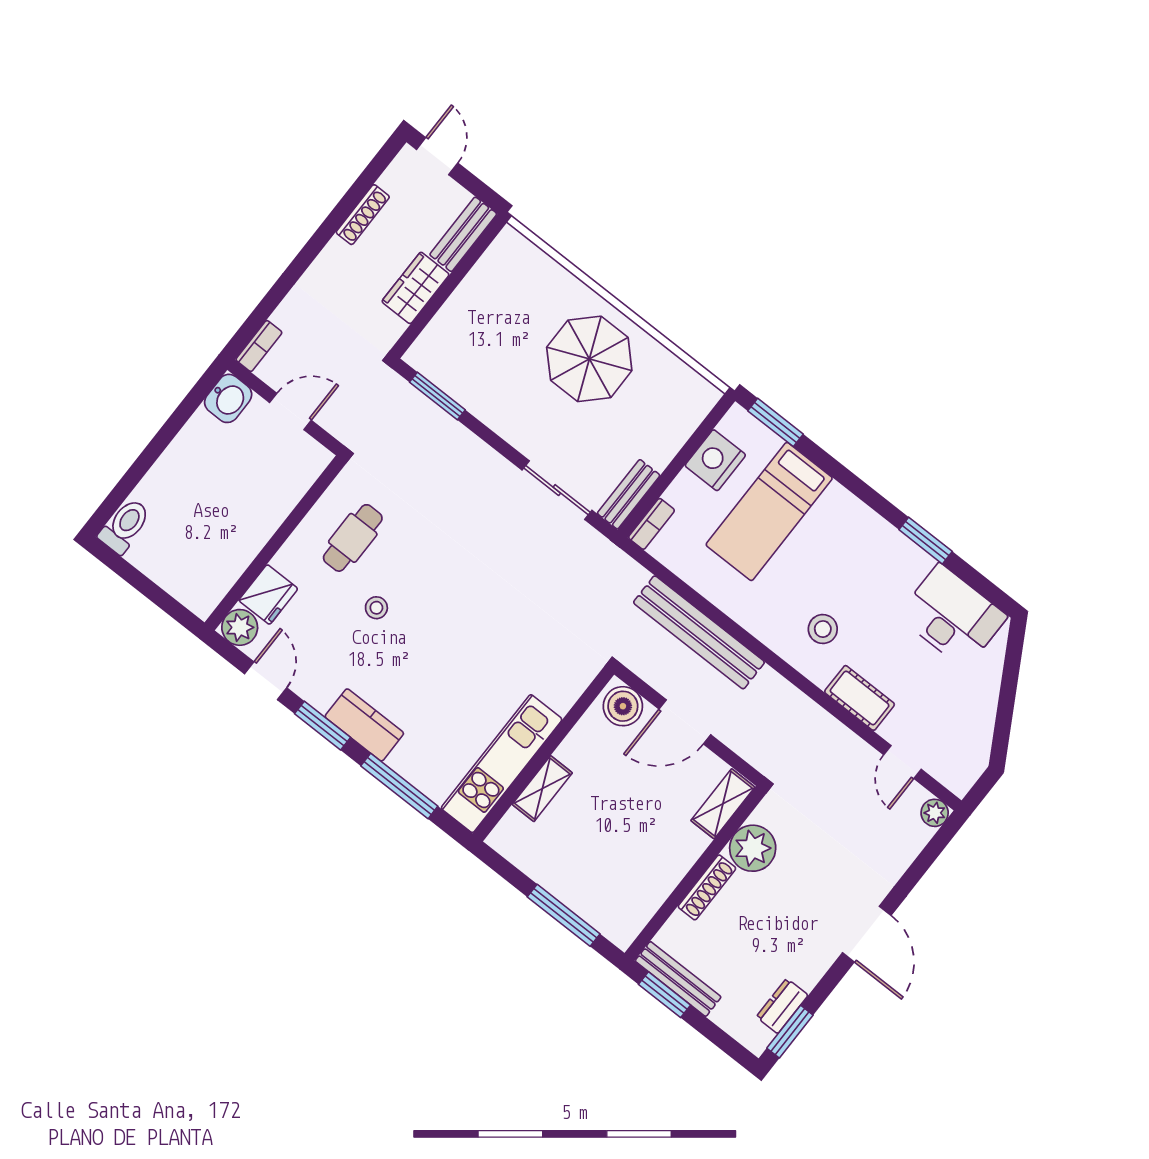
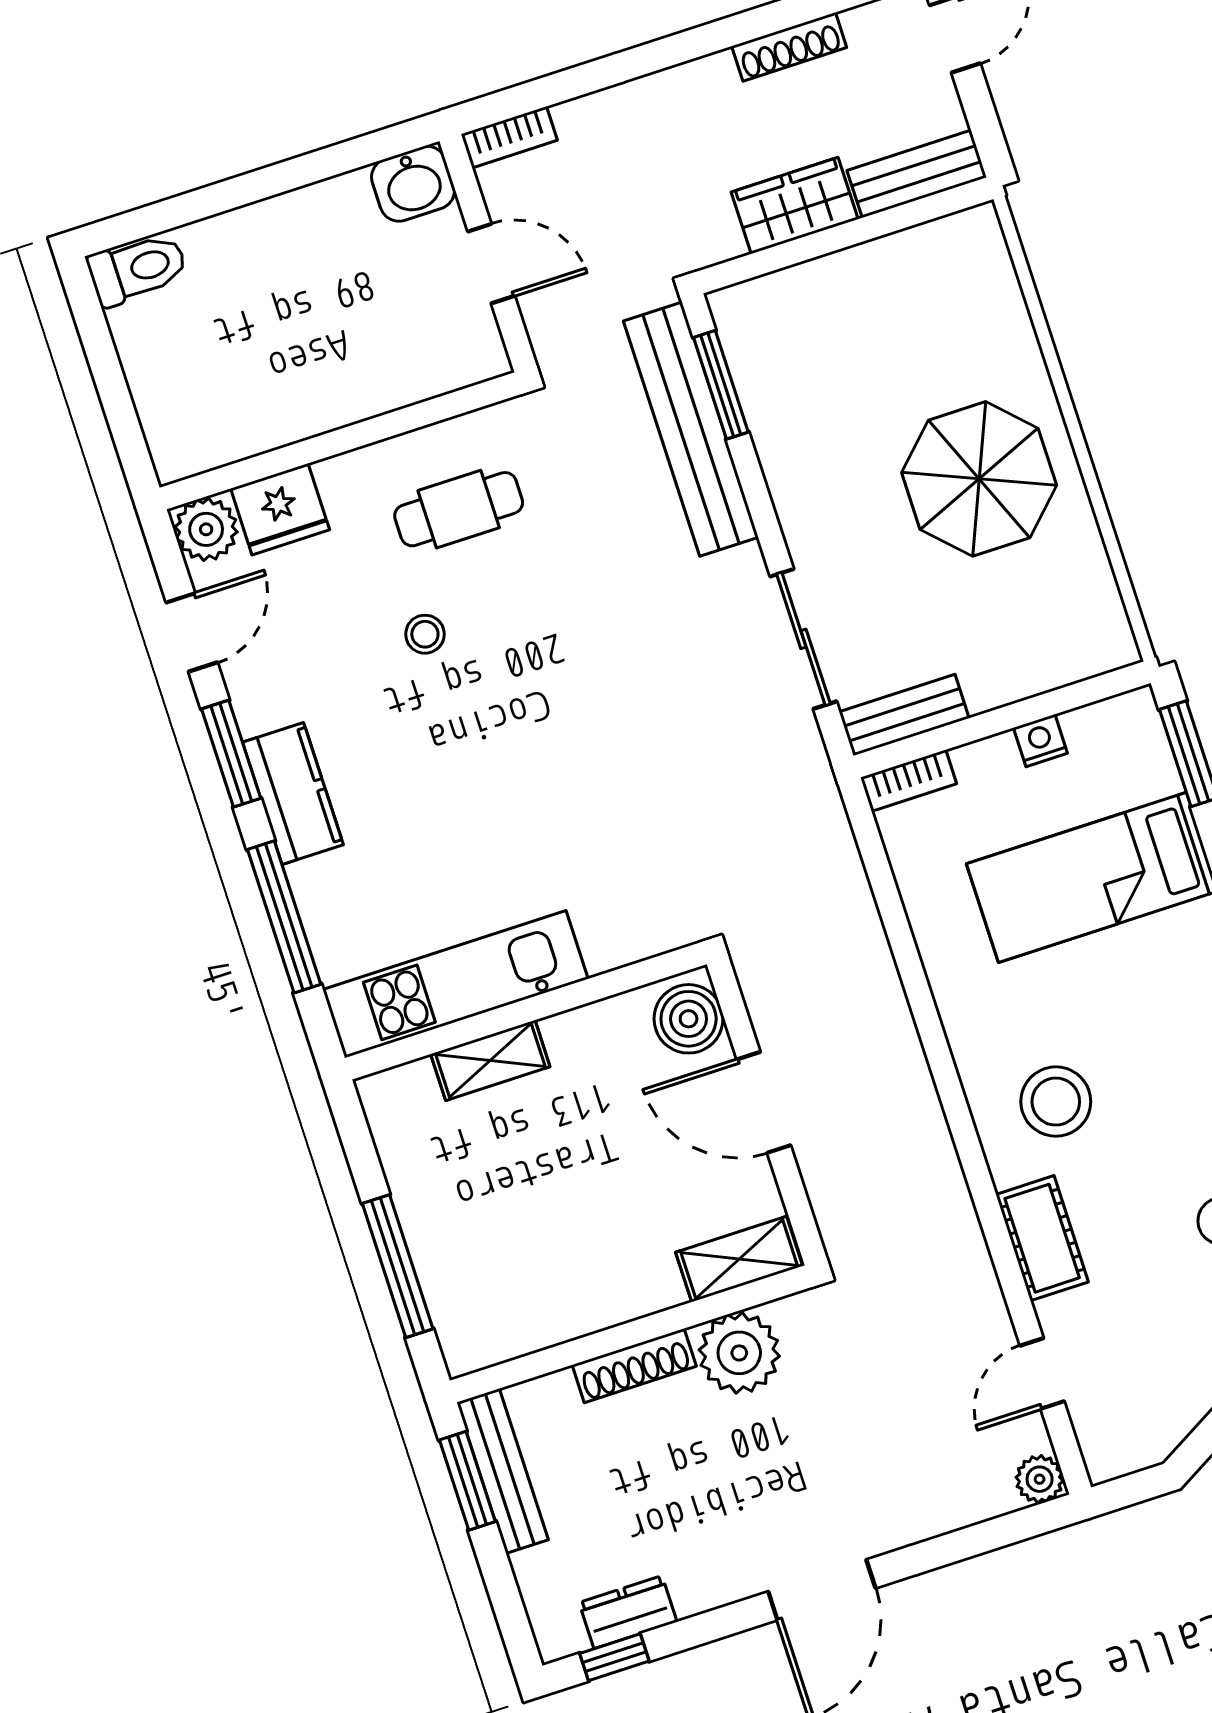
nightstand: (715, 460) -> (1040, 741), width x0.53, depth x0.56
stool: (823, 629) -> (1056, 1102), width x1.38, depth x1.38
bench: (699, 632) -> (691, 429), moved
window: (790, 1032) -> (614, 1657), width x0.67

